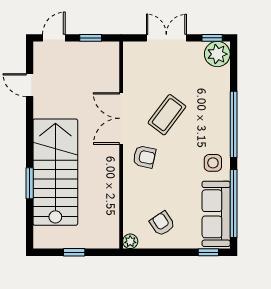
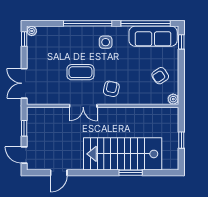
double door: (166, 38) -> (24, 83), moved
plant: (217, 54) -> (32, 31), width x0.53, depth x0.53
coffee table: (167, 115) -> (80, 72), turned -37
double door: (121, 118) -> (83, 106), width x0.73
side table: (213, 163) -> (106, 42), moved

